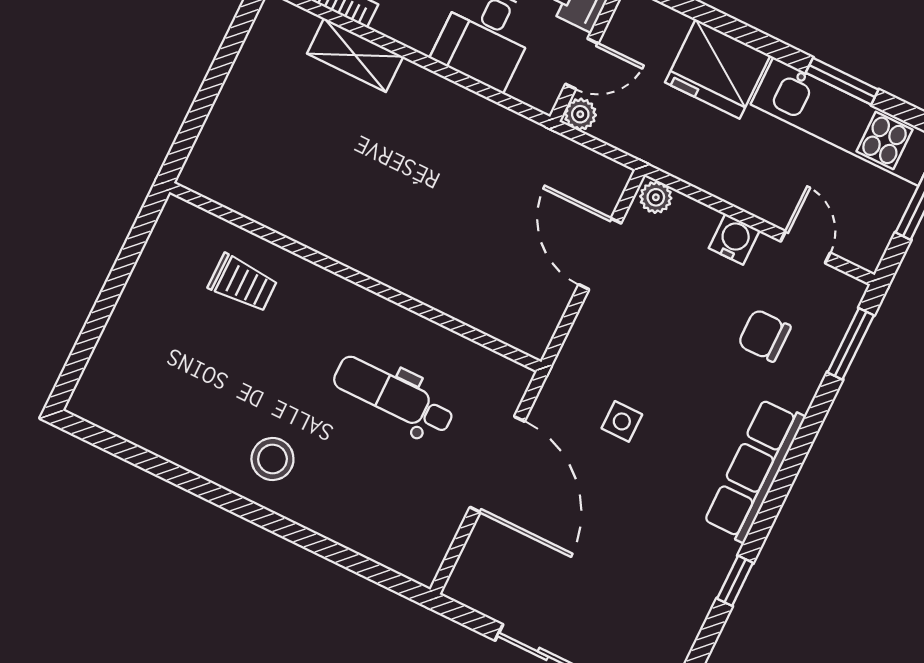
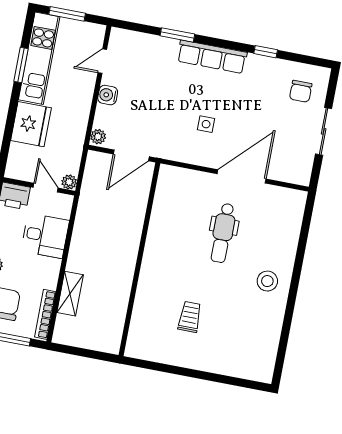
wall: (355, 277) -> (139, 259), moved
chair: (764, 335) -> (301, 91), moved
window: (851, 344) -> (177, 35), moved

